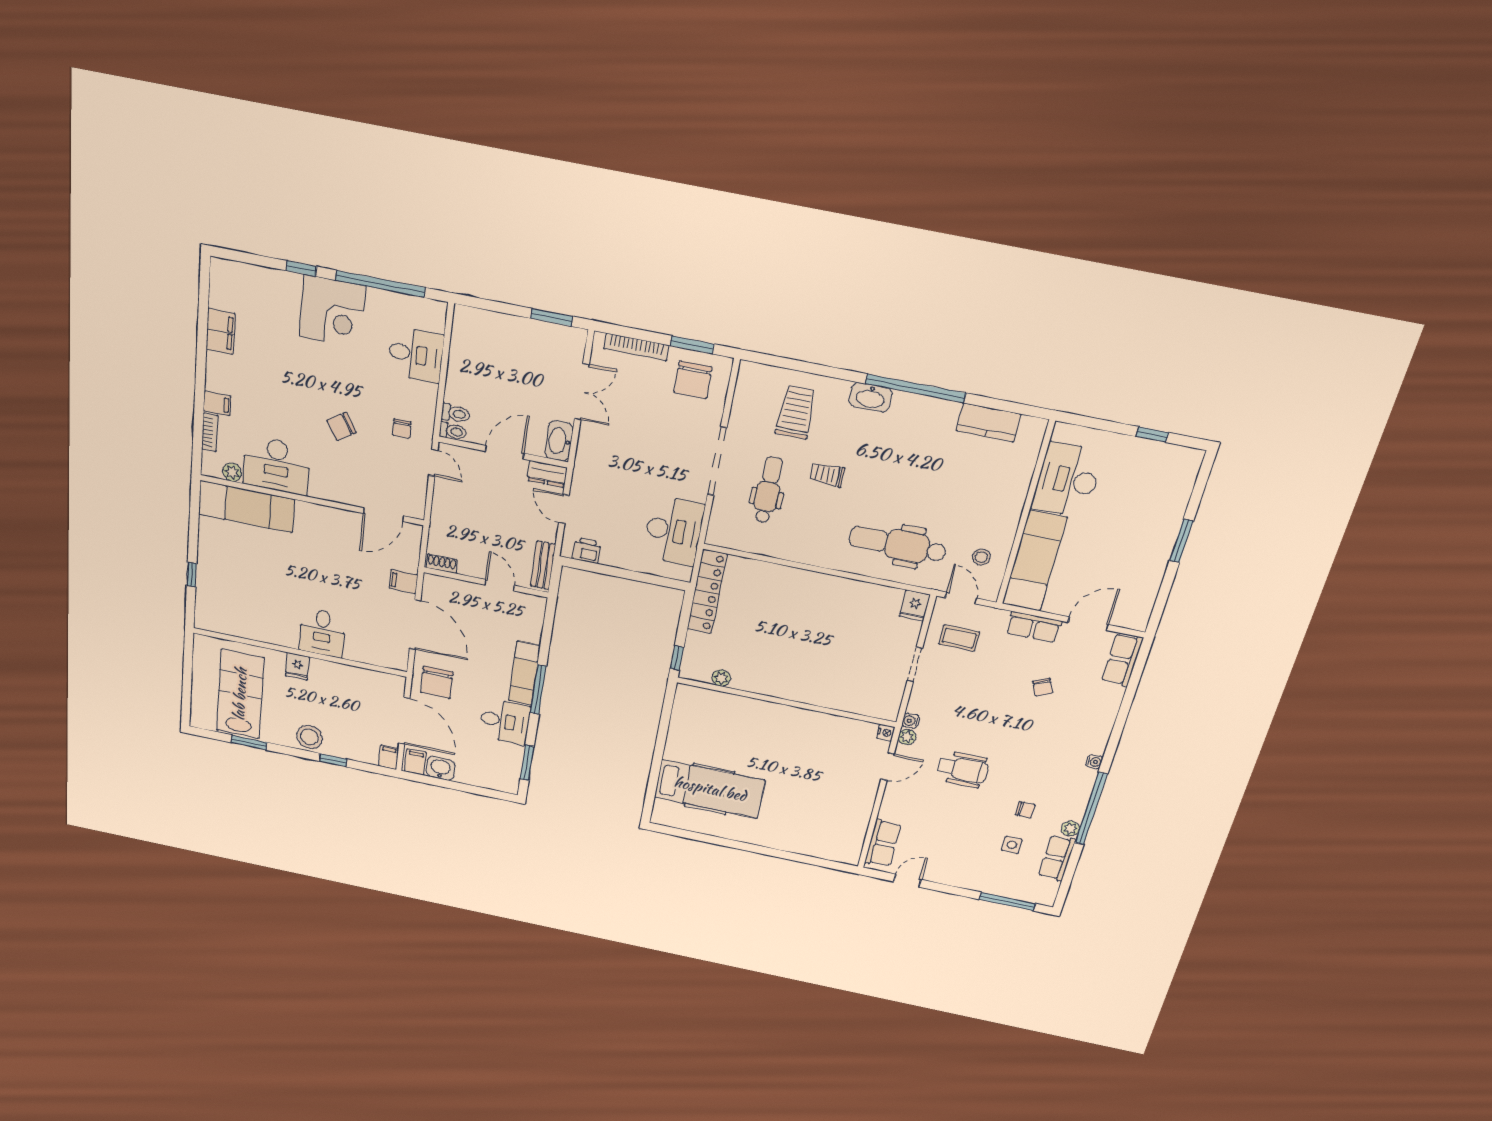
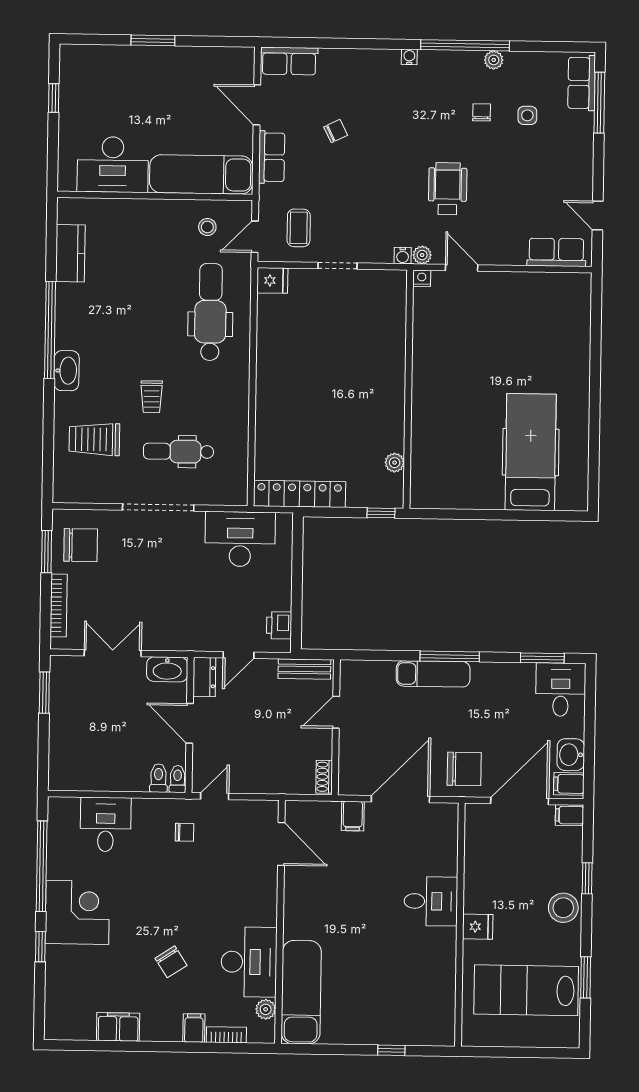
chair: (341, 426) -> (171, 962), moved
dental chair: (898, 544) -> (210, 312), turned 180
desk: (505, 722) -> (561, 690), moved
row of seats: (1057, 858) -> (582, 83), moved, turned 90

